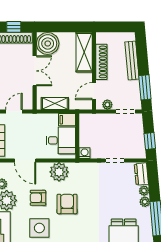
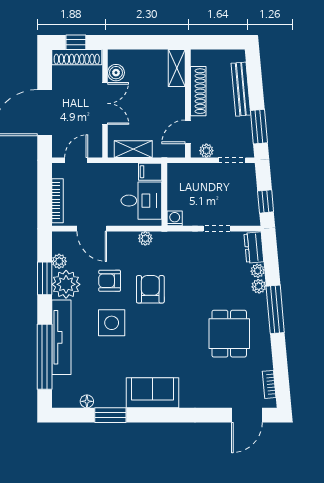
boiler: (48, 44) -> (116, 73), width x0.54, depth x0.54
shelving: (84, 52) -> (177, 68), width x0.67, depth x0.75
plant: (59, 172) -> (145, 238), width x0.53, depth x0.53

